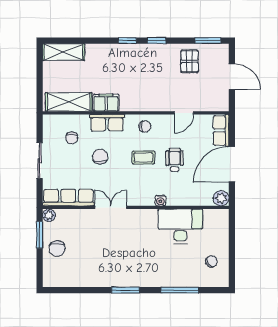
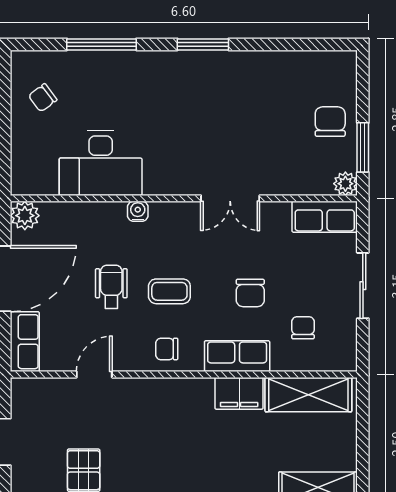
wheelchair: (175, 160) -> (111, 287), turned 180
row of seats: (68, 198) -> (325, 217), width x0.68

